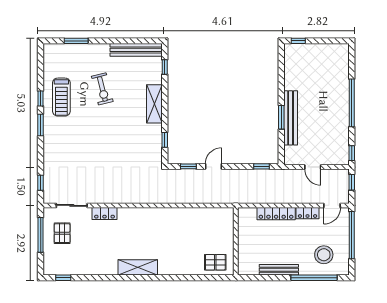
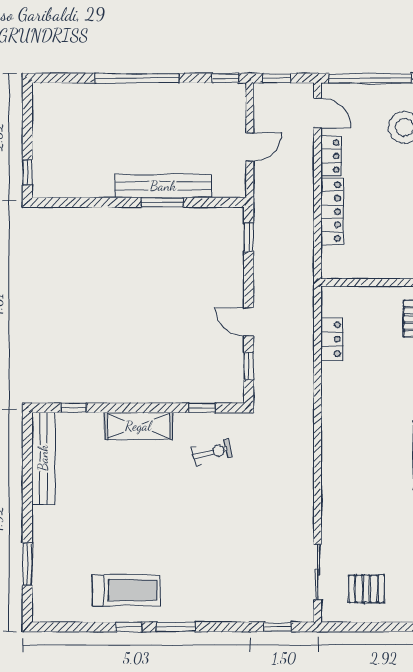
exercise bike: (102, 89) -> (212, 452), moved, width x0.73, depth x0.72
locker: (105, 214) -> (332, 339), moved
window: (41, 235) -> (370, 627), removed

